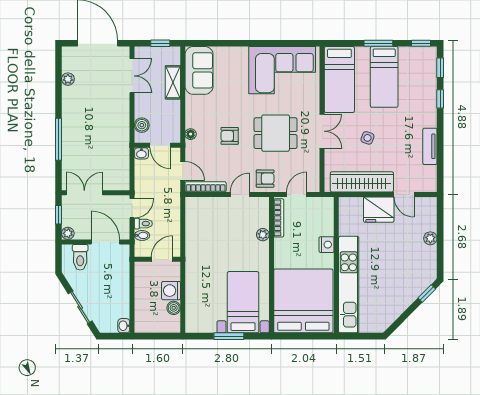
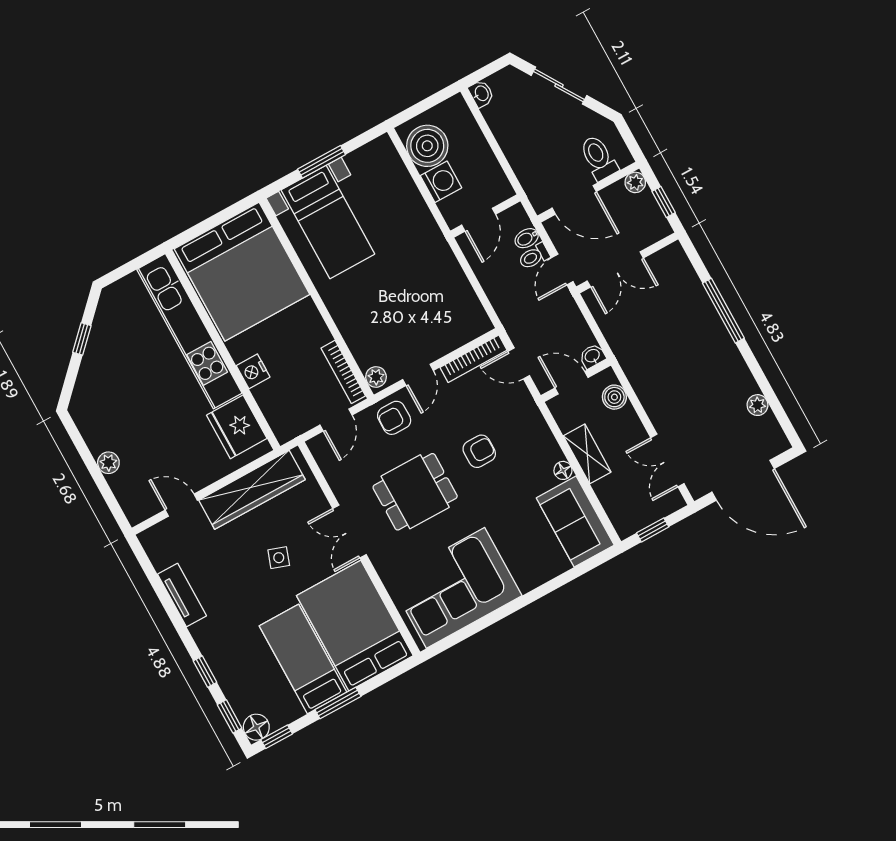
floor lamp: (429, 54) -> (256, 727), added
bed: (339, 79) -> (355, 626), width x1.50
shelving: (173, 82) -> (587, 454), moved
floor lamp: (191, 134) -> (563, 470), moved
double door: (84, 193) -> (615, 269), moved
fridge: (379, 210) -> (237, 427), moved, turned -90
plant: (263, 235) -> (376, 377), moved
window: (427, 293) -> (82, 339), moved
boiler: (174, 308) -> (427, 146), width x1.86, depth x1.86

